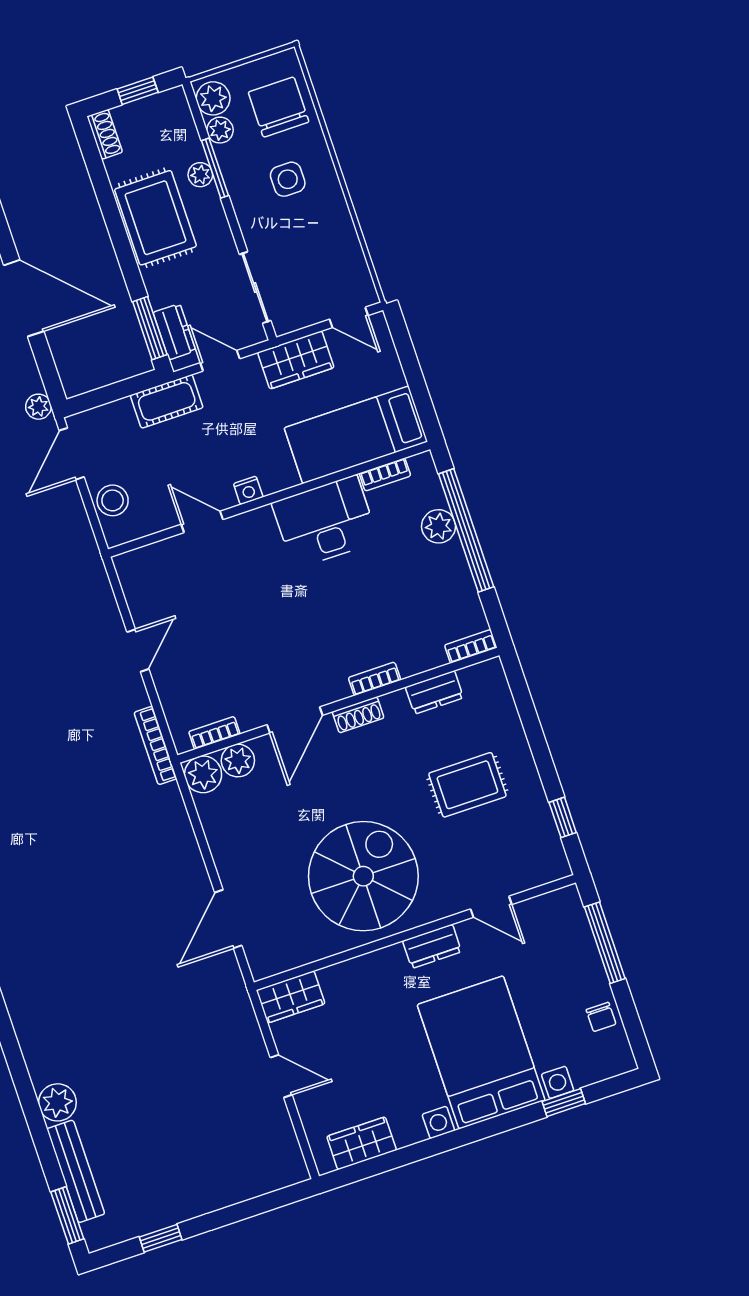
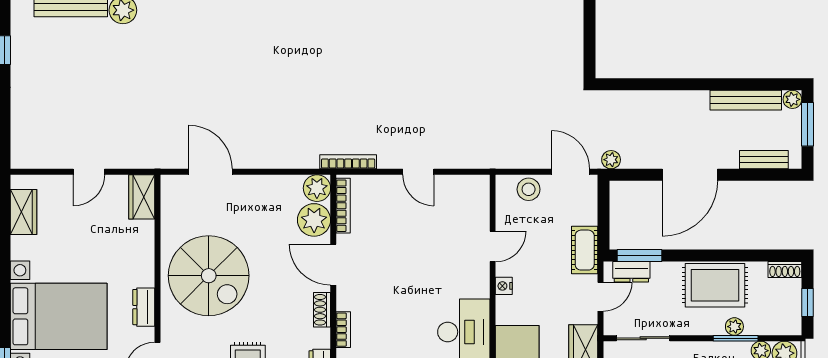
bookcase: (214, 733) -> (343, 206), width x1.56
plant: (238, 761) -> (314, 220), width x1.36, depth x1.36

